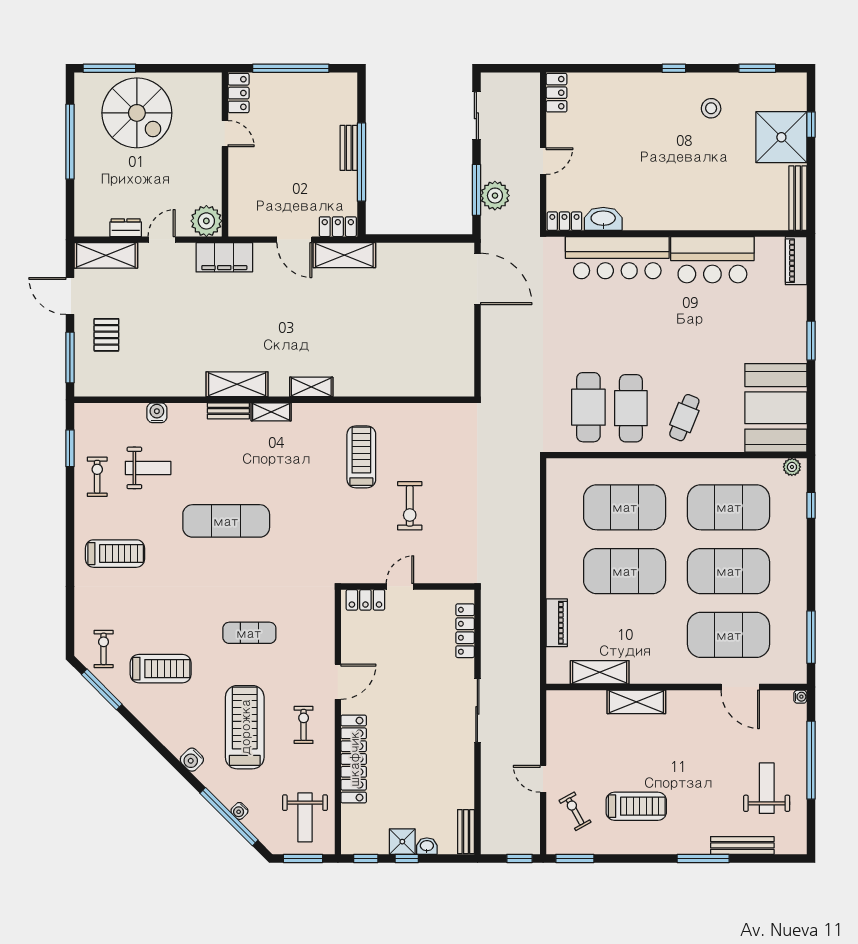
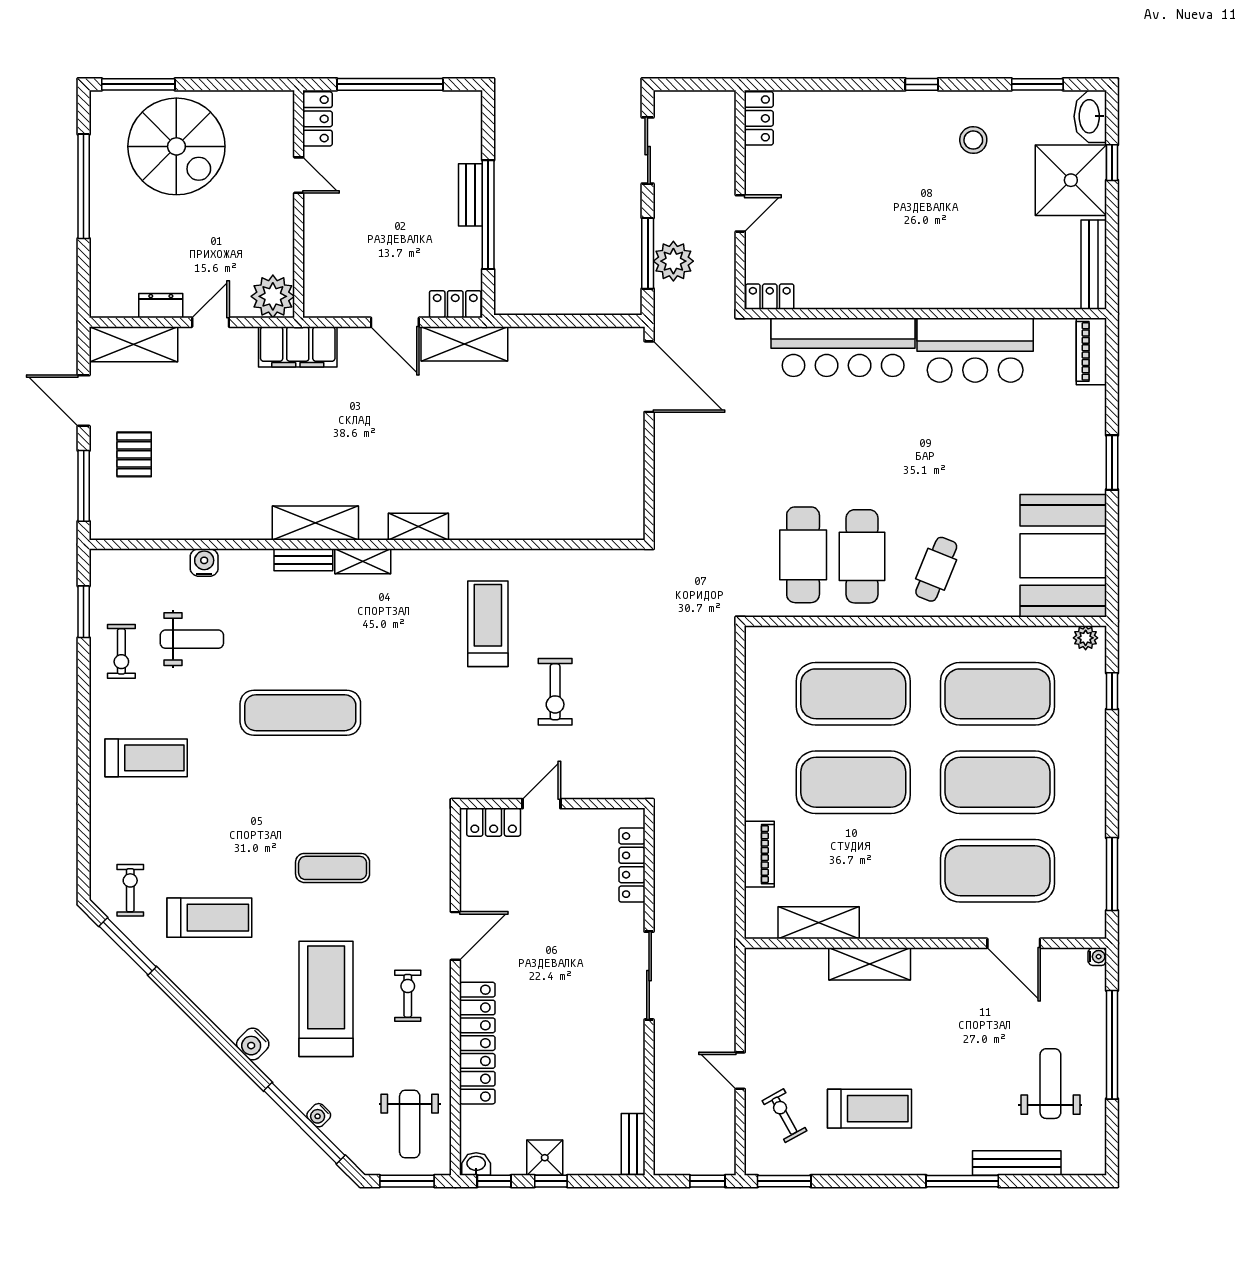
washbasin: (603, 219) -> (1090, 116), moved, turned -90
exercise bike: (97, 477) -> (121, 651), turned 180
washbasin: (427, 846) -> (476, 1164), moved

